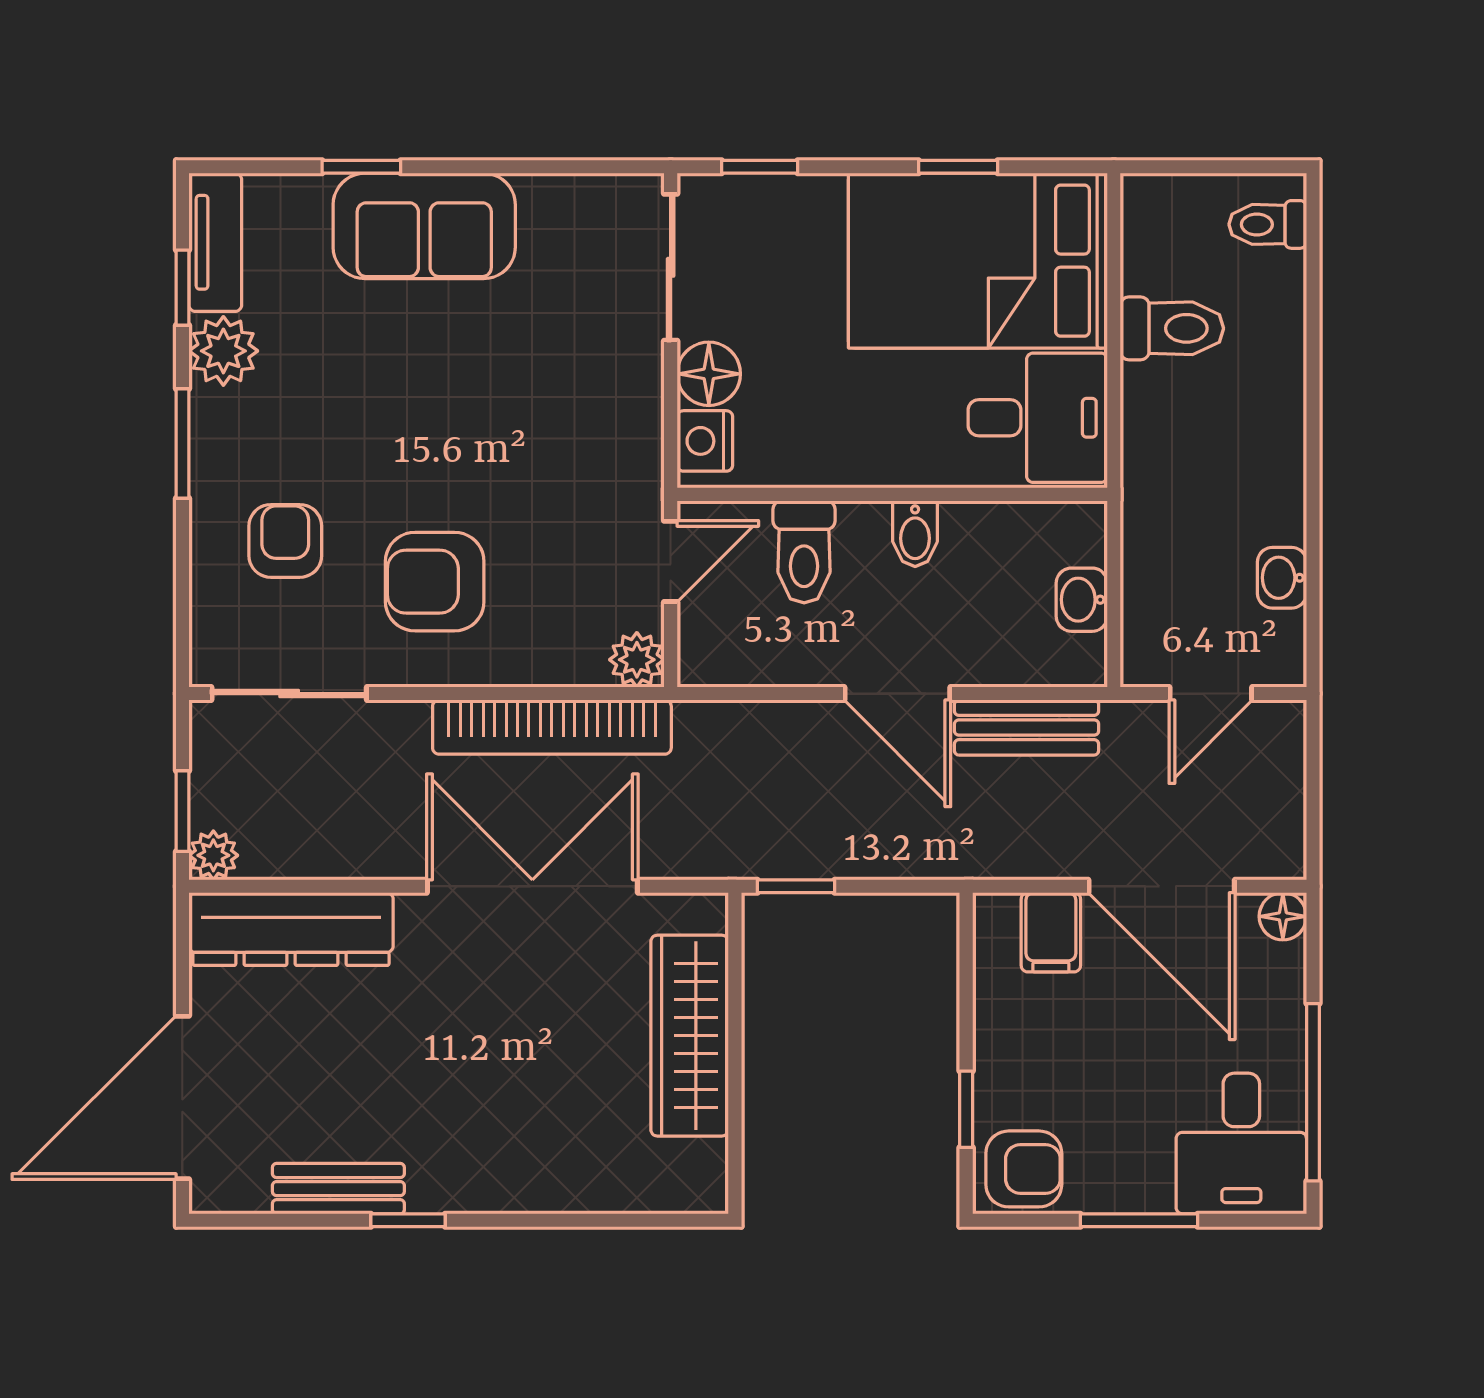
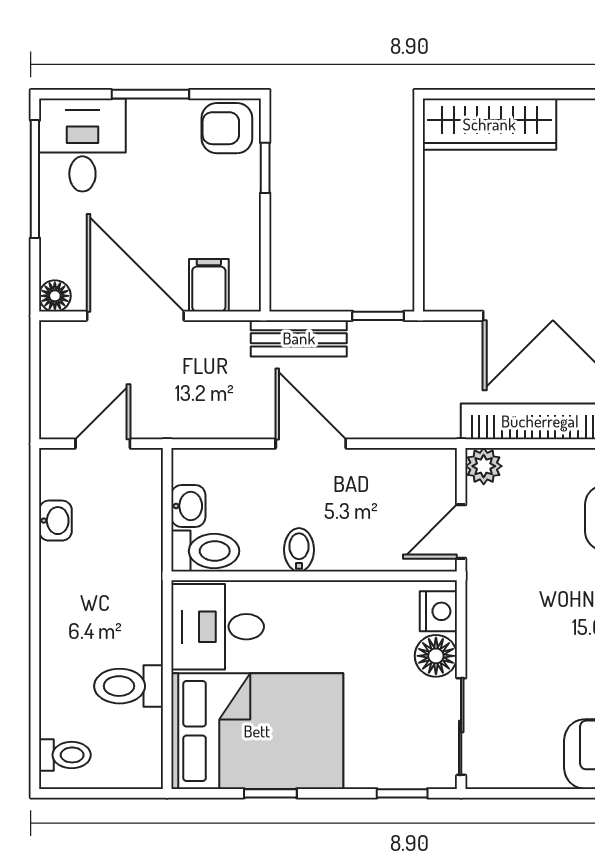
toilet: (804, 552) -> (205, 551), moved, turned 90
bench: (1027, 728) -> (299, 338), moved
wardrobe: (690, 1036) -> (489, 124), moved, turned 90

